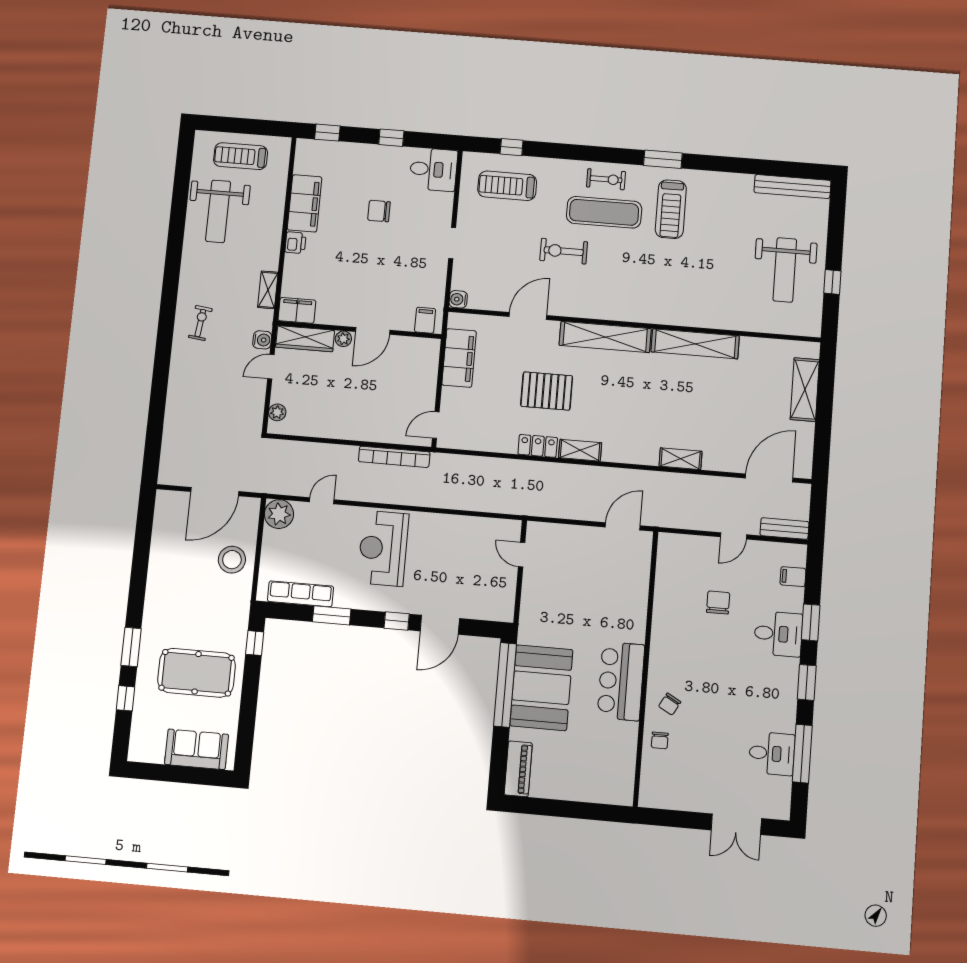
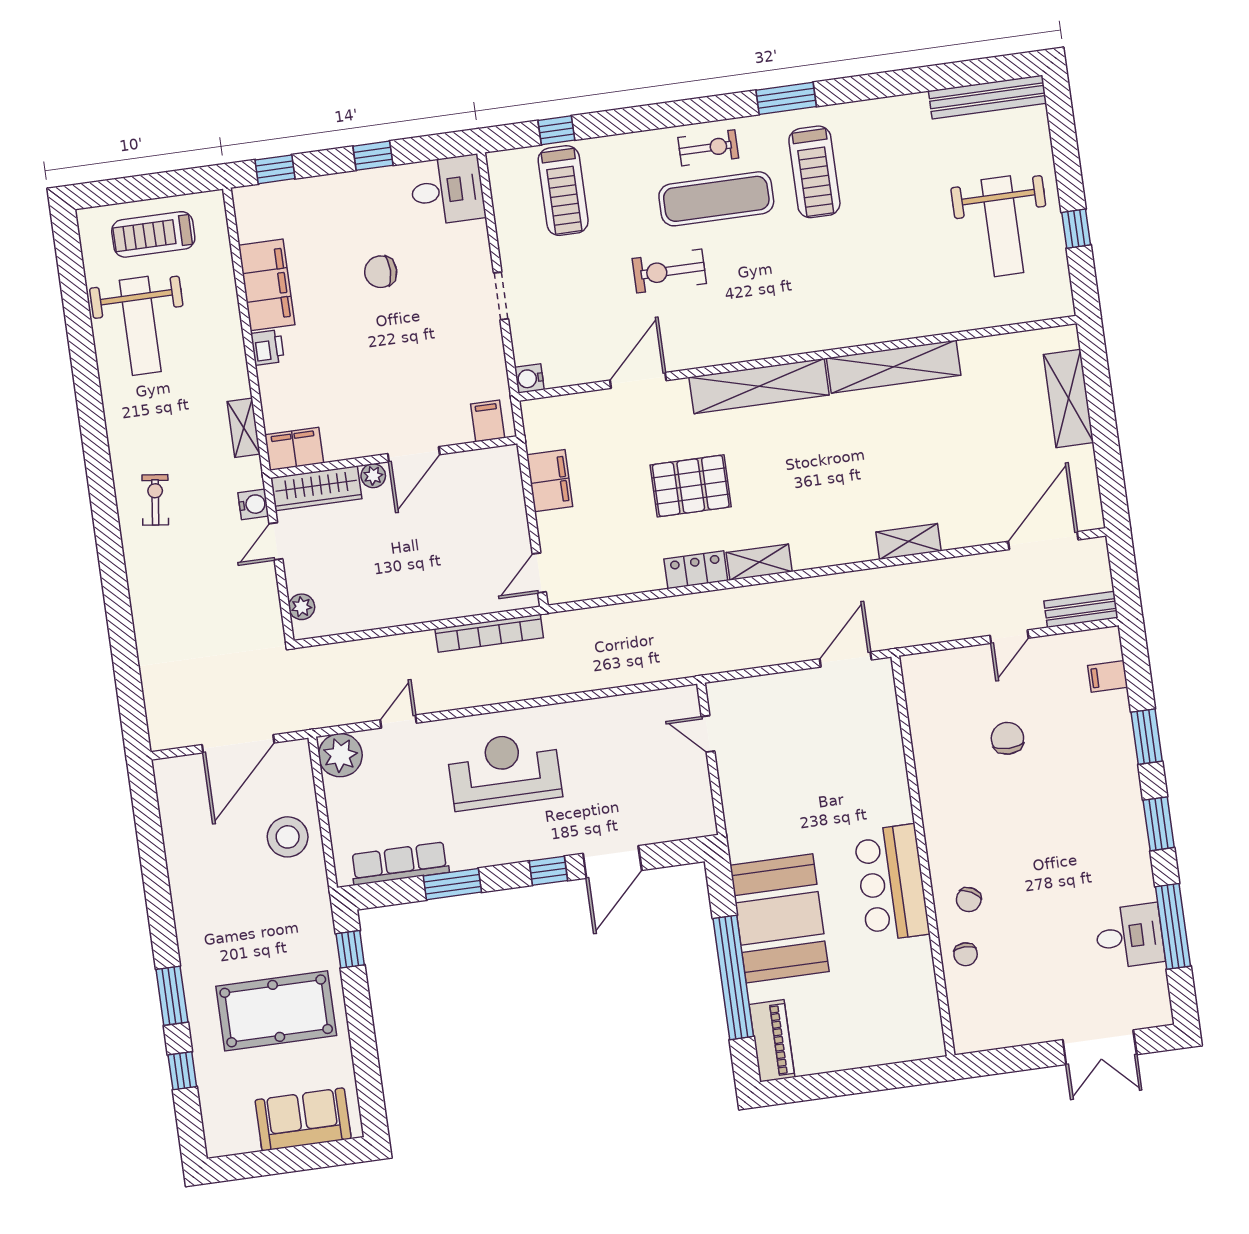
treadmill: (507, 186) -> (563, 191), turned -90
filing cabinet: (459, 358) -> (550, 481), width x0.67, depth x0.86
reception desk: (383, 548) -> (504, 770), turned 90
desk: (778, 634) -> (1103, 764), removed
window: (505, 685) -> (733, 977), moved

